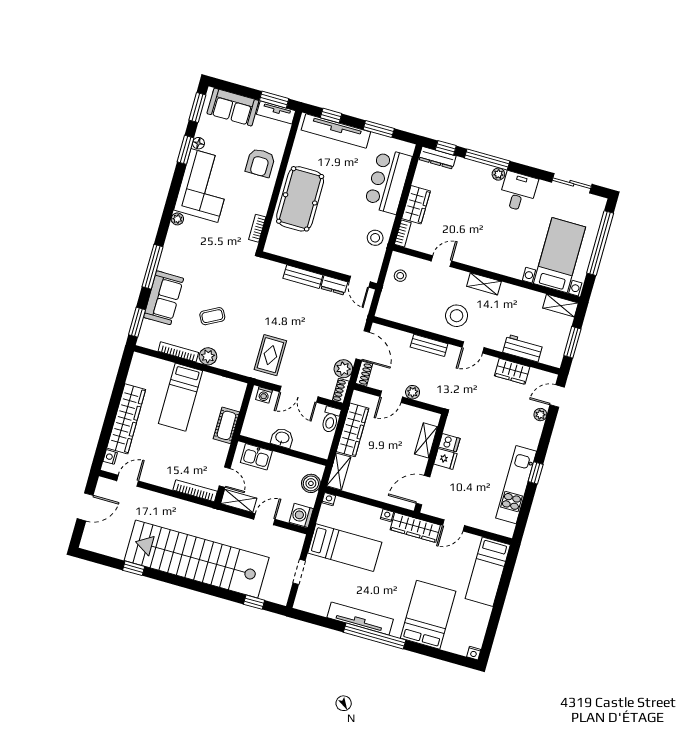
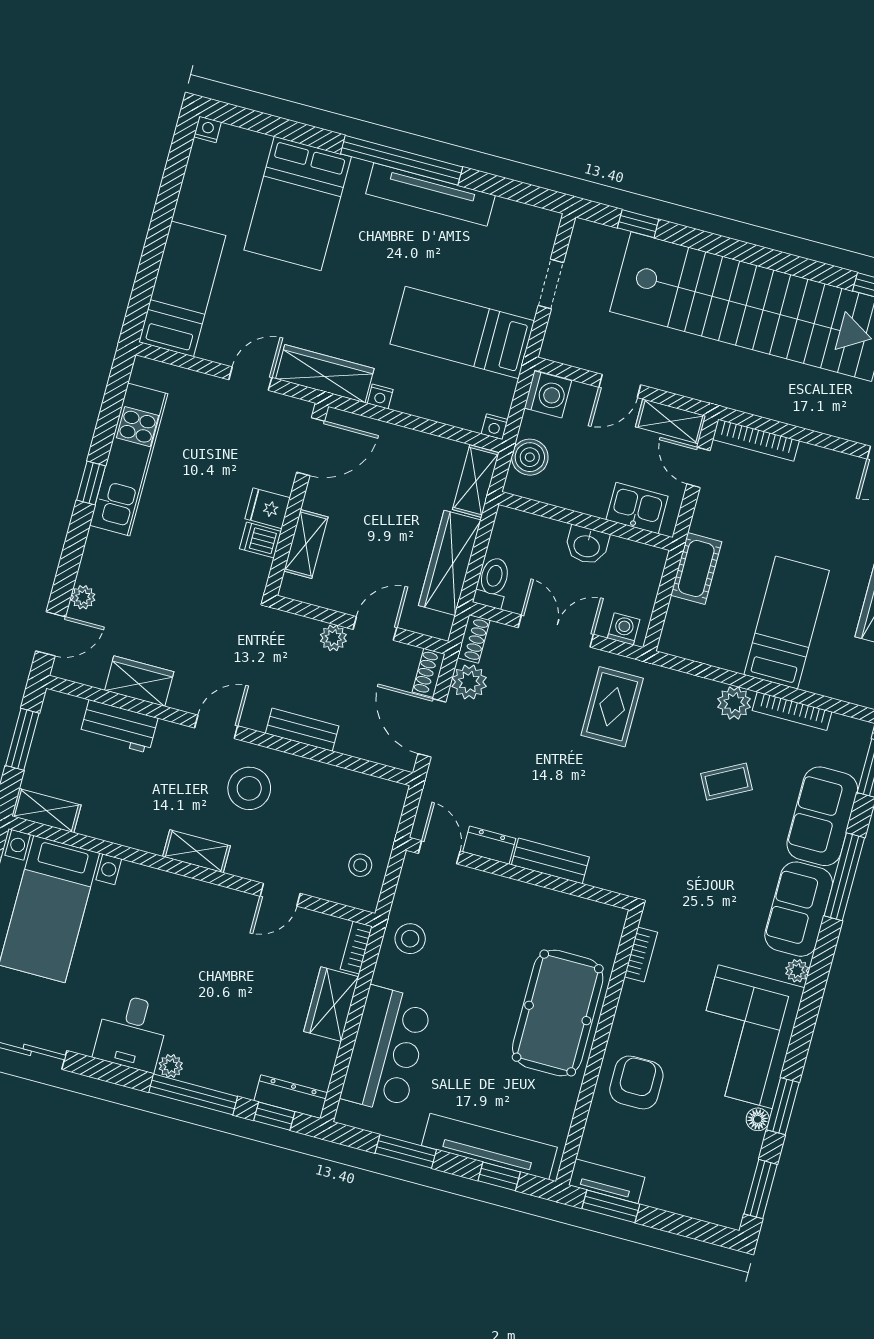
sofa: (233, 107) -> (799, 909), moved, turned -90

